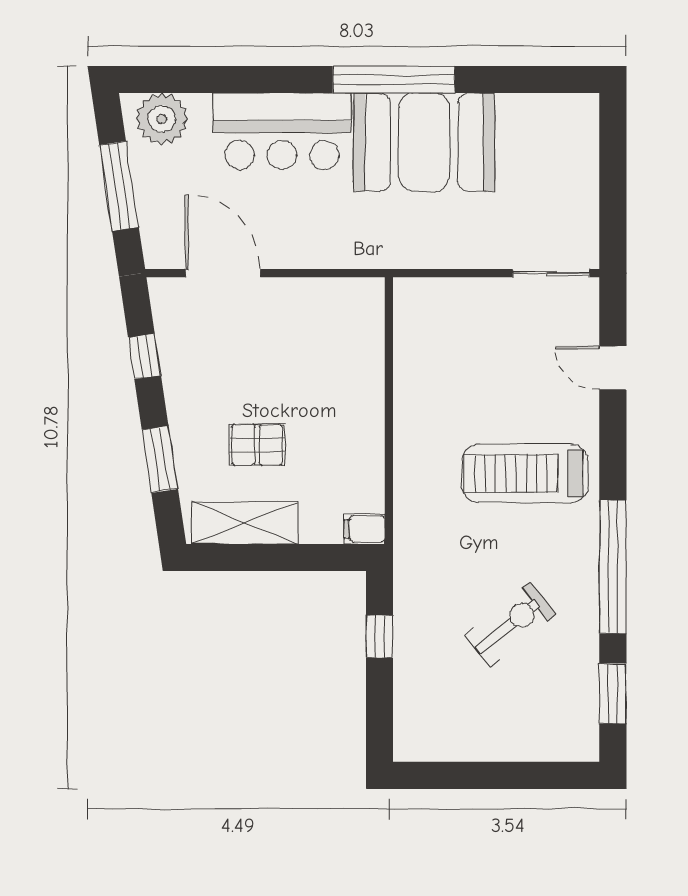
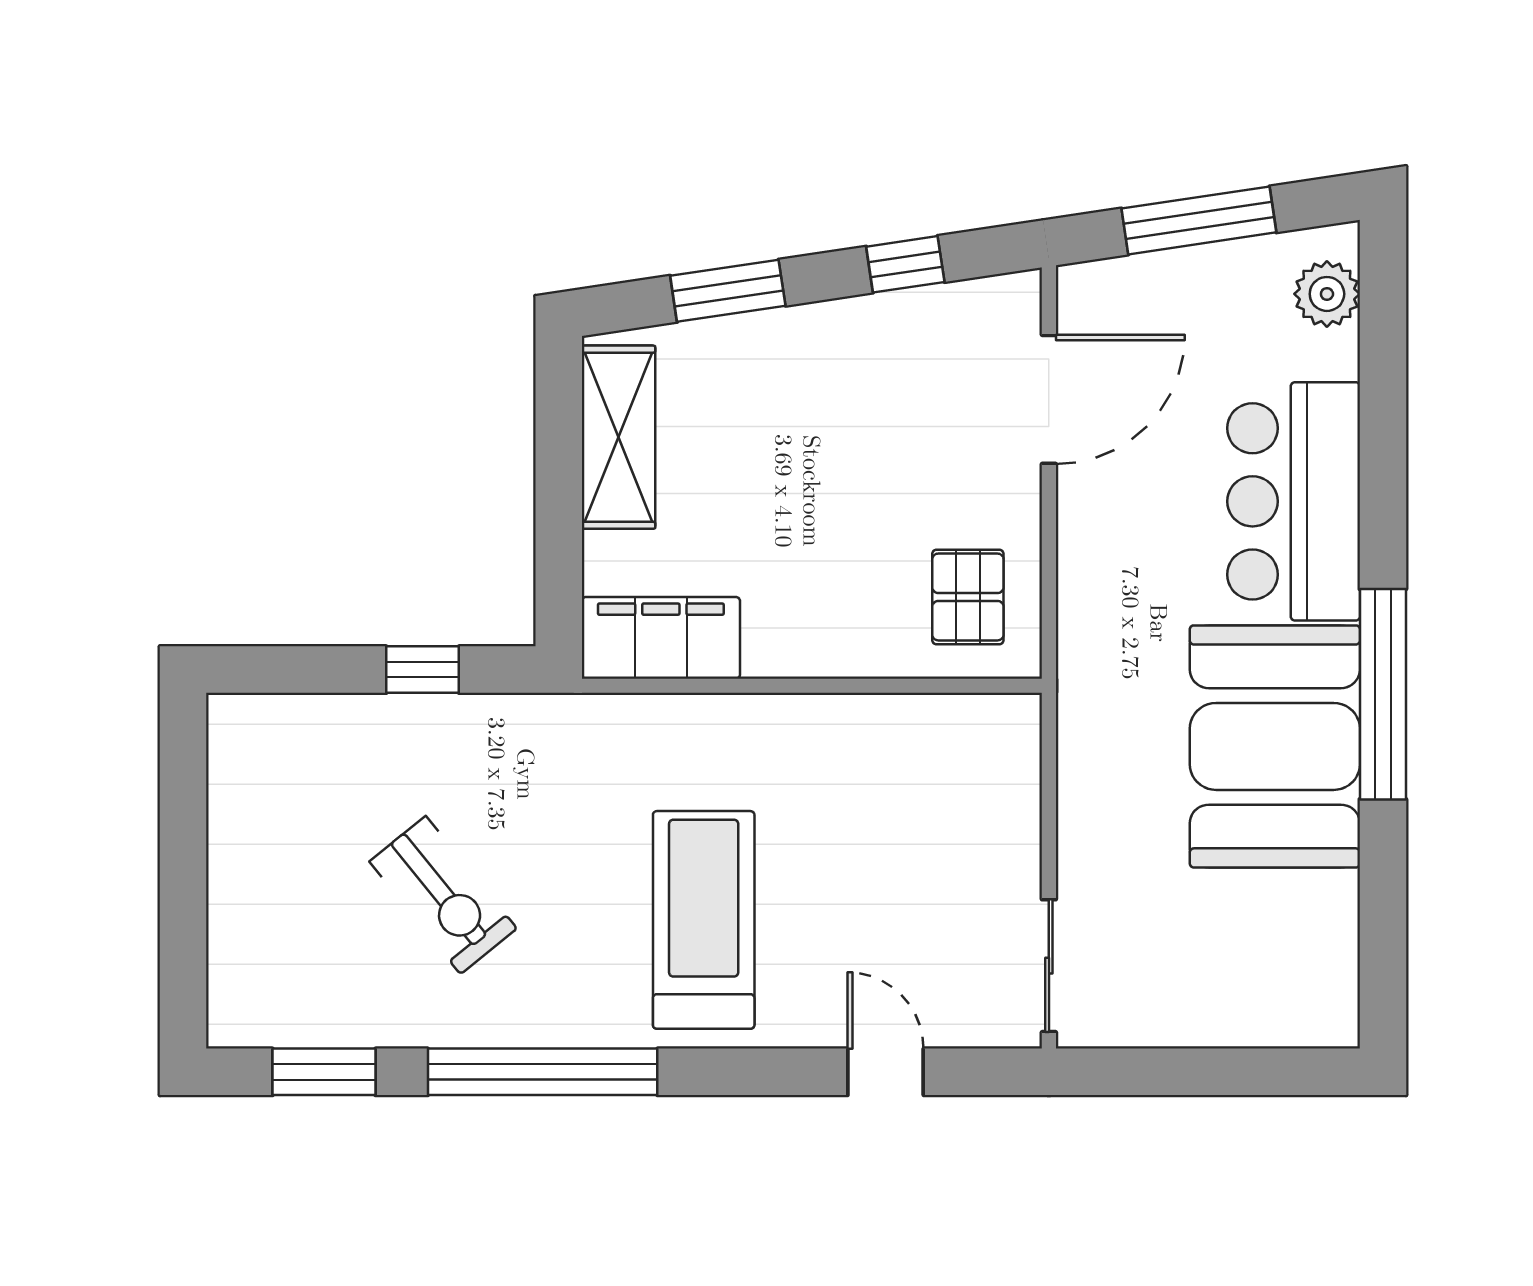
plant: (162, 119) -> (1327, 294), width x0.73, depth x0.73
door: (613, 368) -> (886, 1072), hinge flipped
pallet: (257, 445) -> (968, 597), moved
filing cabinet: (365, 529) -> (661, 638), width x3.00, depth x1.17

